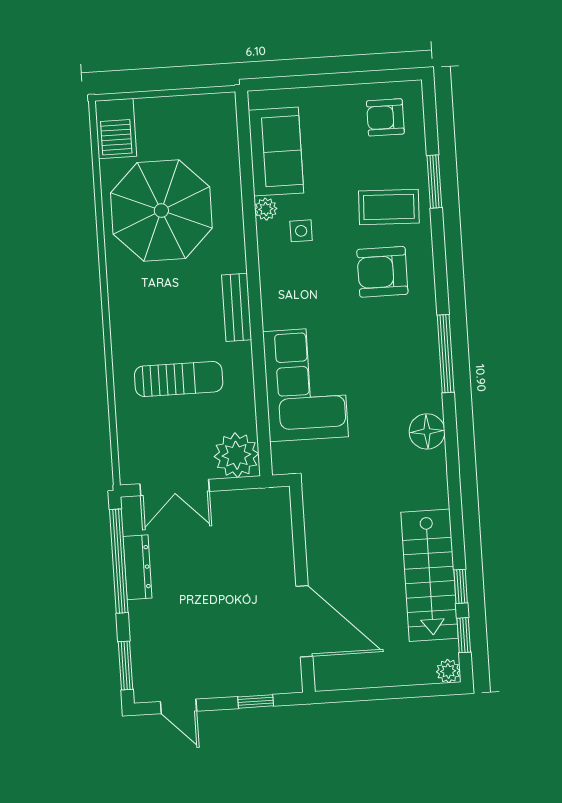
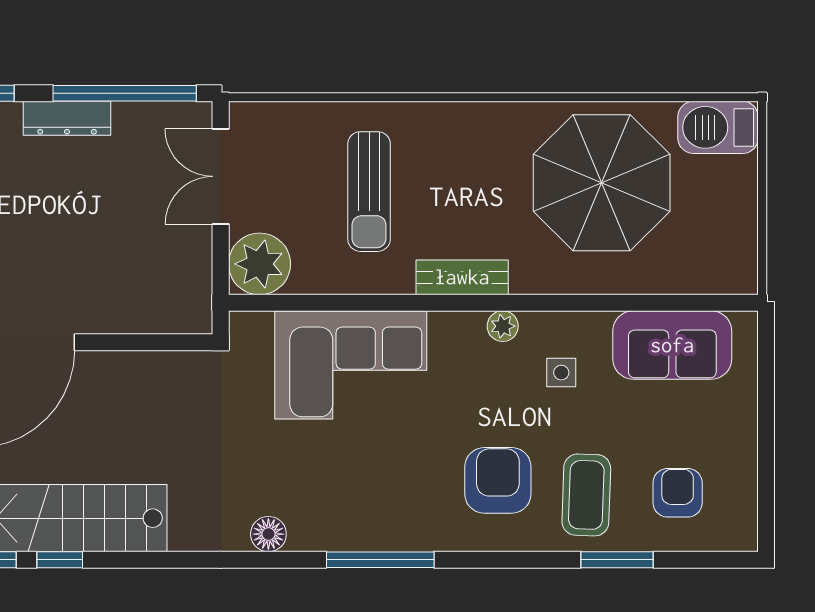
armchair: (385, 117) -> (678, 493), moved
plant: (266, 209) -> (503, 326), moved
floor lamp: (427, 431) -> (268, 534), width x0.73, depth x0.73
dresser: (137, 567) -> (67, 118), moved

